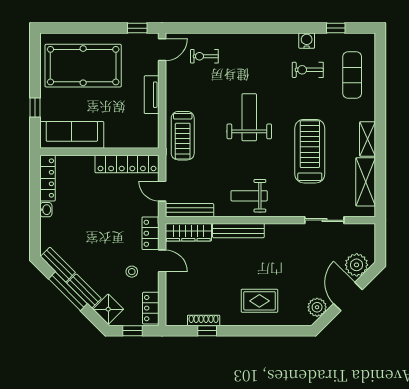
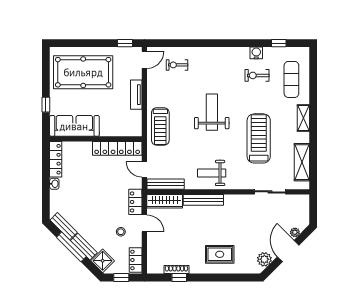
shelving: (367, 139) -> (303, 118), moved
plant: (357, 265) -> (295, 232), width x0.53, depth x0.53

